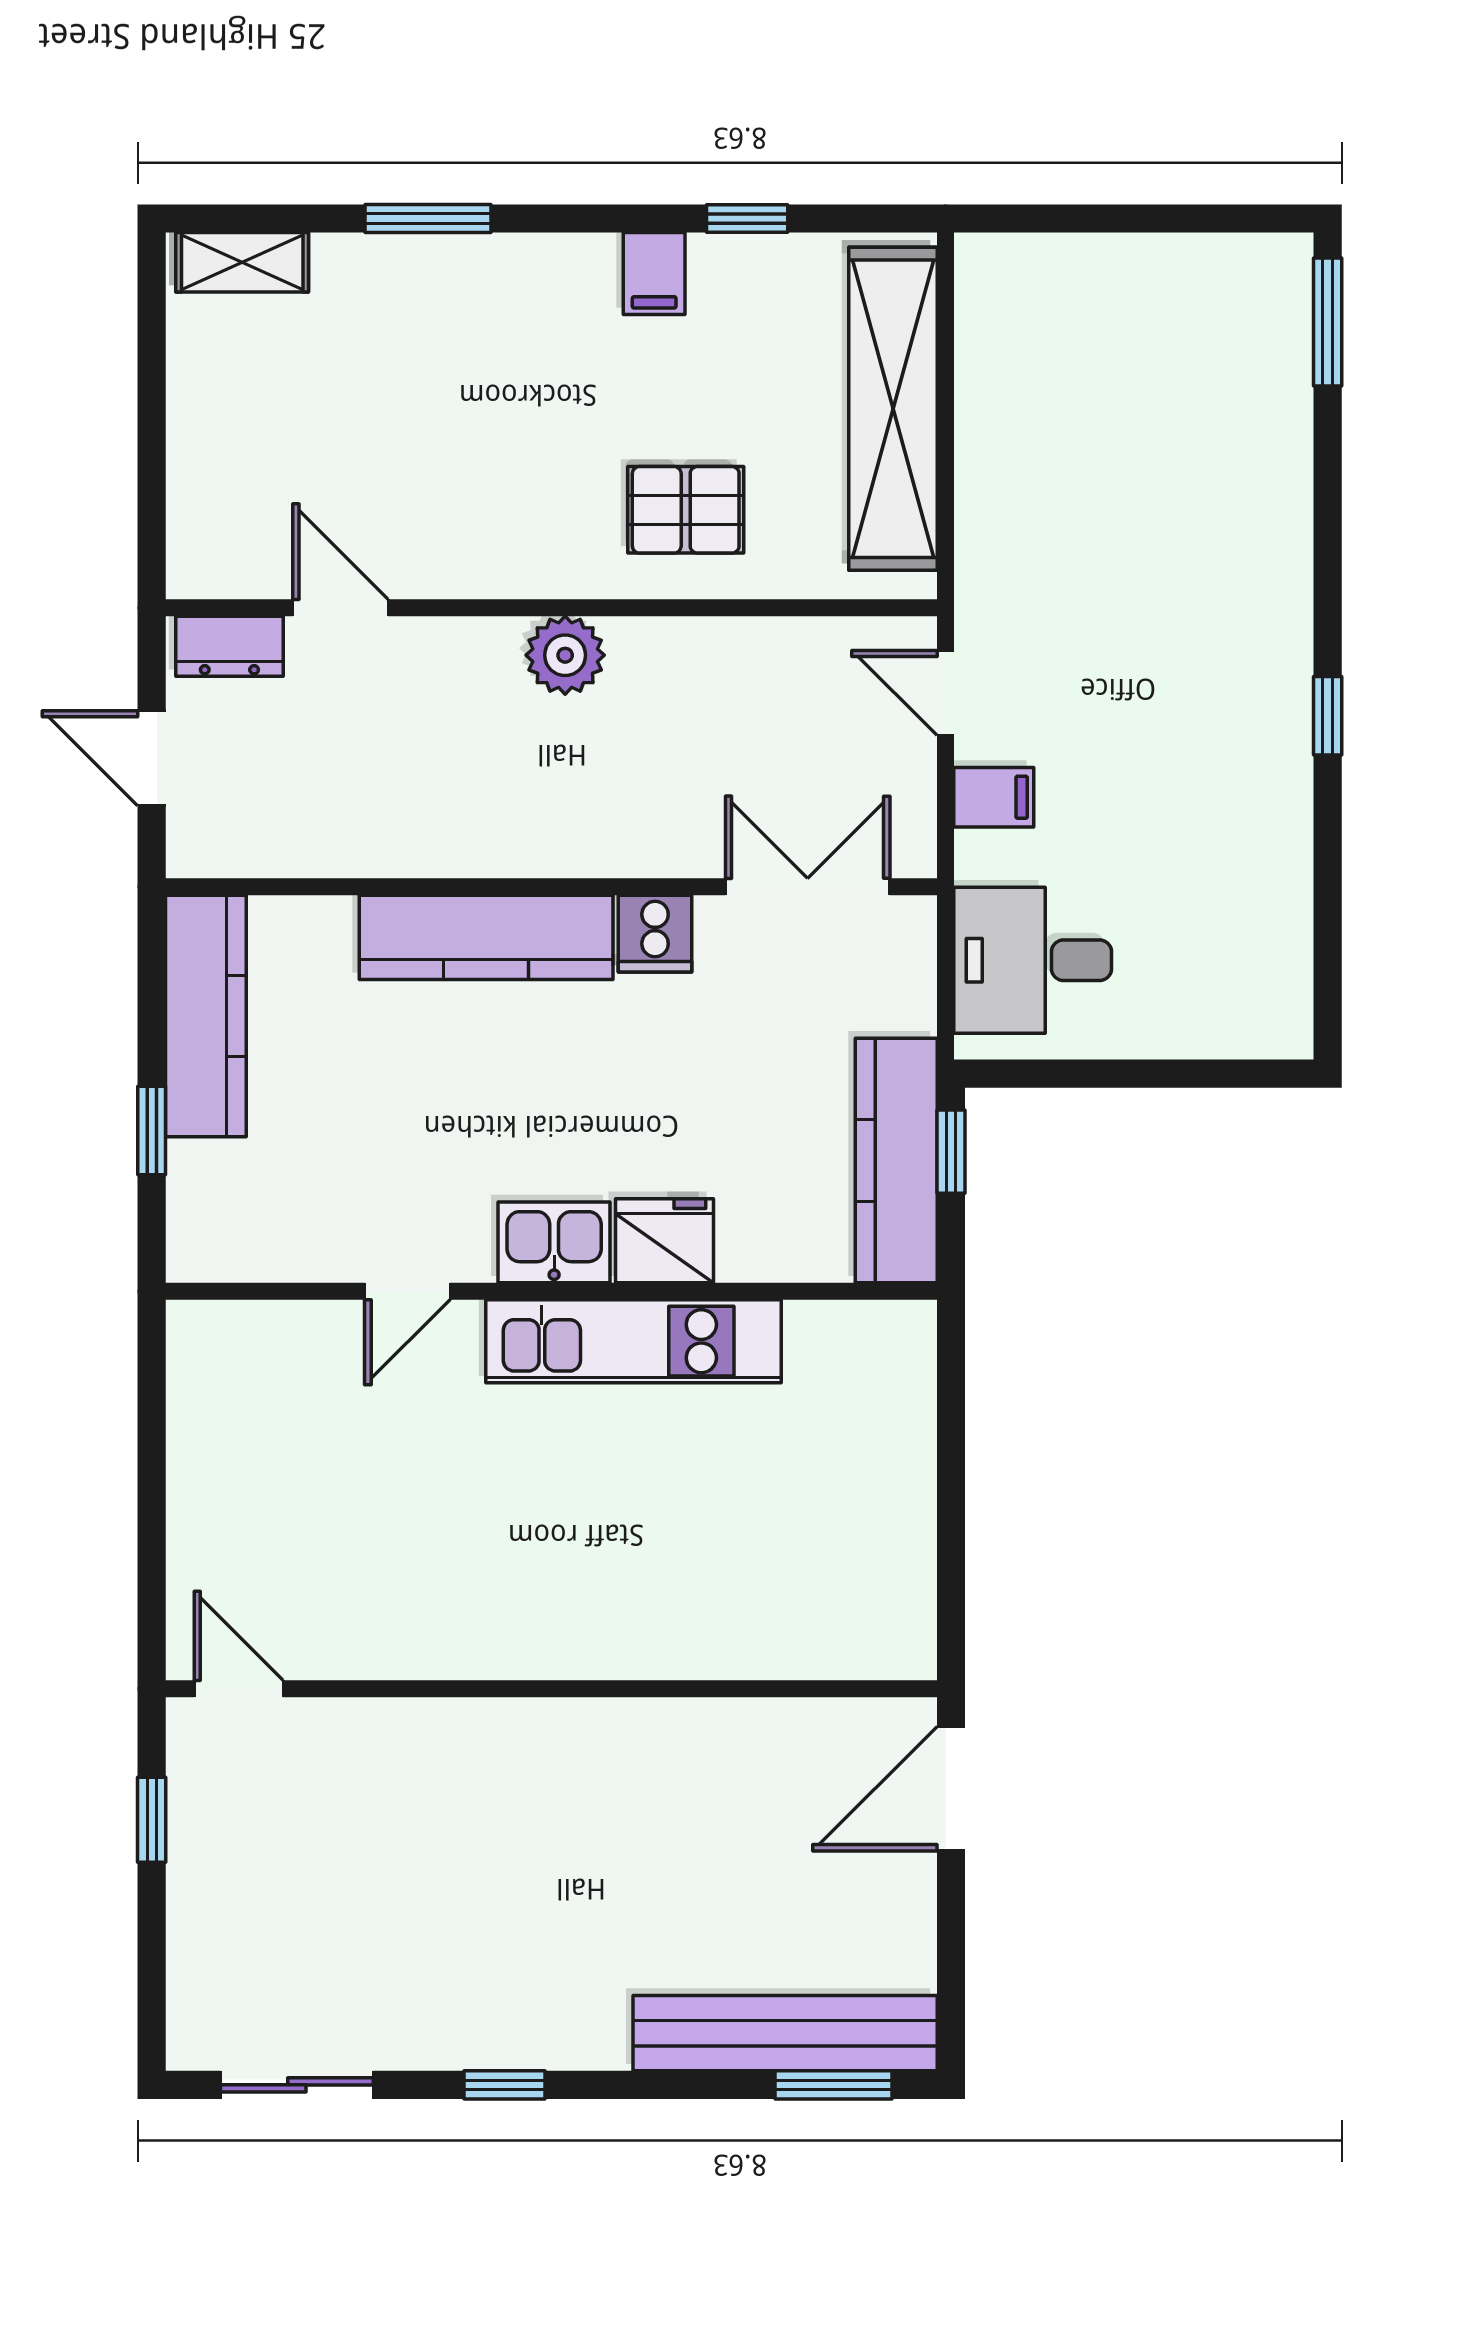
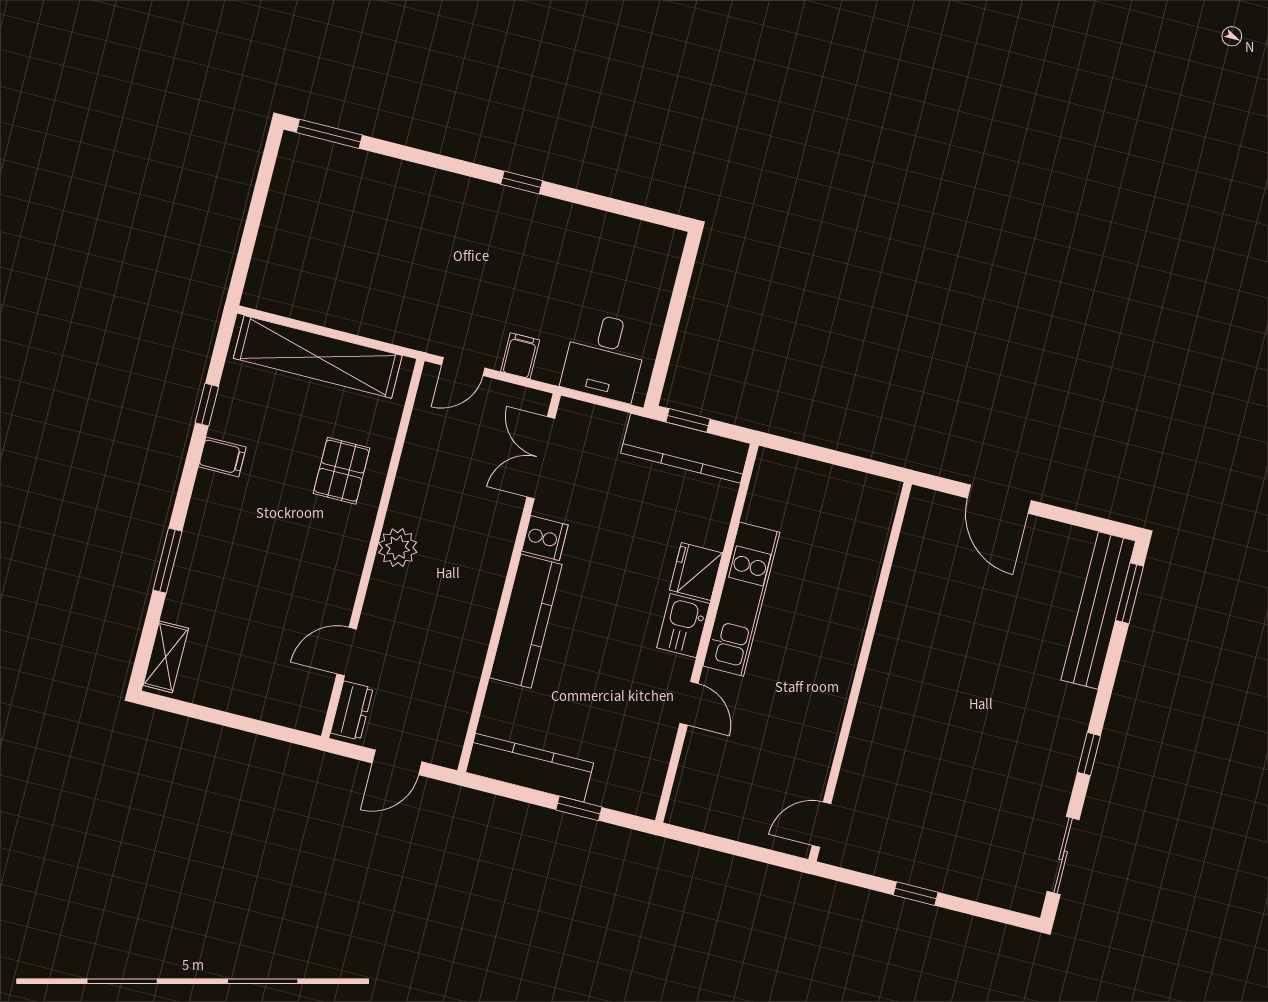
door: (239, 1689) -> (821, 825), moved
wall: (551, 1689) -> (860, 672), moved

